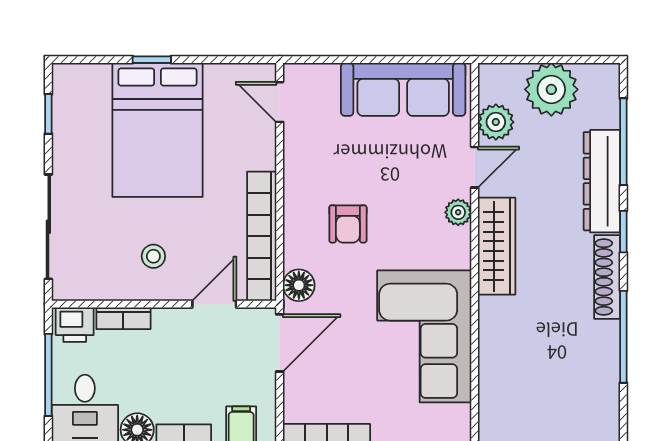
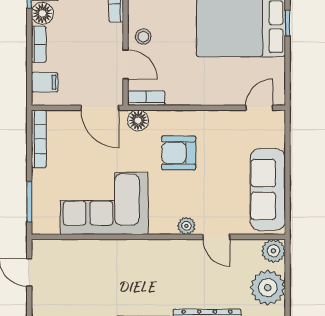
plant: (496, 122) -> (273, 251), moved
armchair: (348, 224) -> (179, 153), width x1.38, depth x1.38
bookcase: (262, 236) -> (146, 98), width x0.43, depth x0.76
wardrobe: (497, 246) -> (164, 251), removed
stool: (153, 256) -> (143, 37), moved

